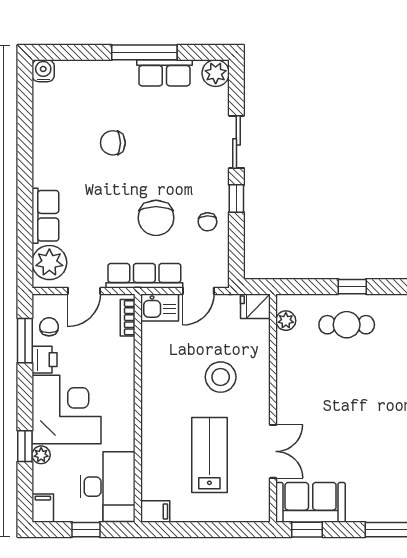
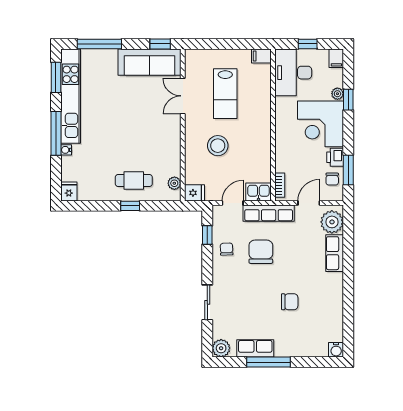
window: (236, 199) -> (207, 235), moved
sofa: (311, 502) -> (150, 62), width x1.36

